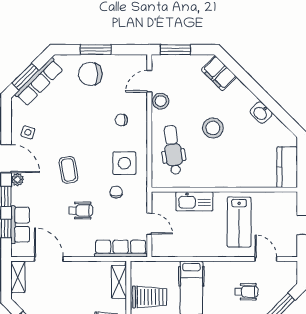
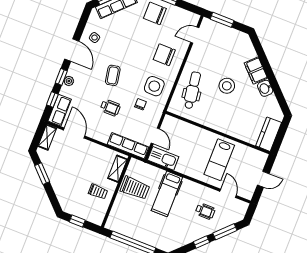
filing cabinet: (219, 73) -> (256, 70), moved
stool: (161, 101) -> (197, 52), removed
chair: (121, 120) -> (164, 55), width x1.87, depth x1.87
plant: (17, 180) -> (69, 81), moved
kitchen sink: (194, 201) -> (163, 158), moved, turned 180
row of seats: (20, 225) -> (60, 110), moved

